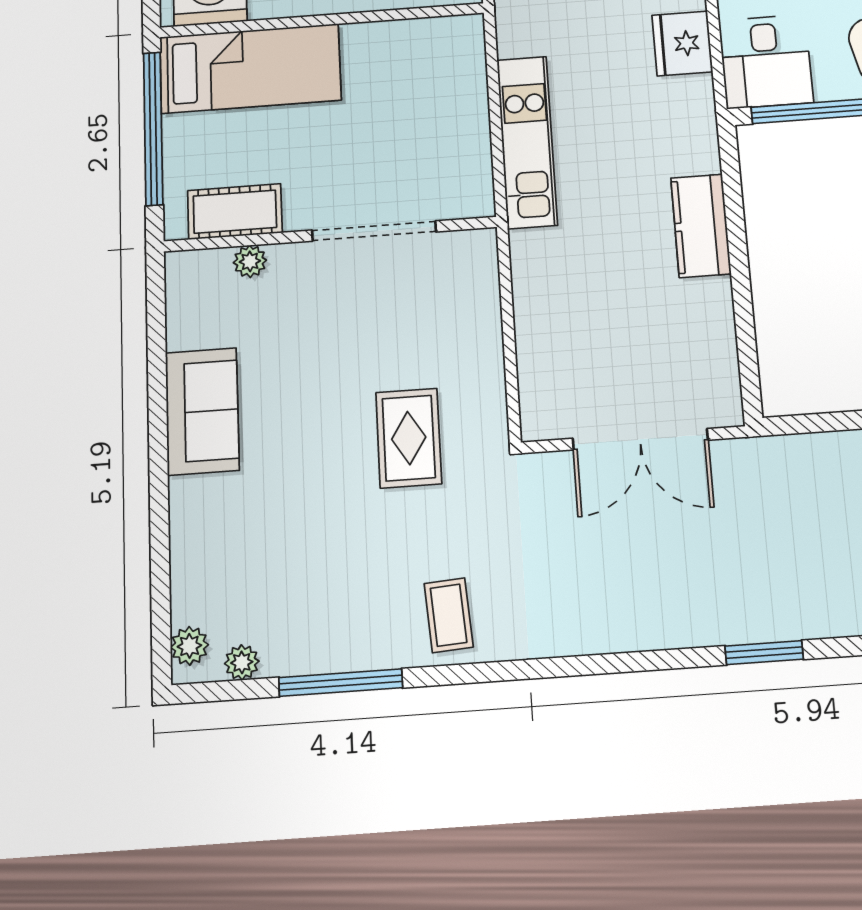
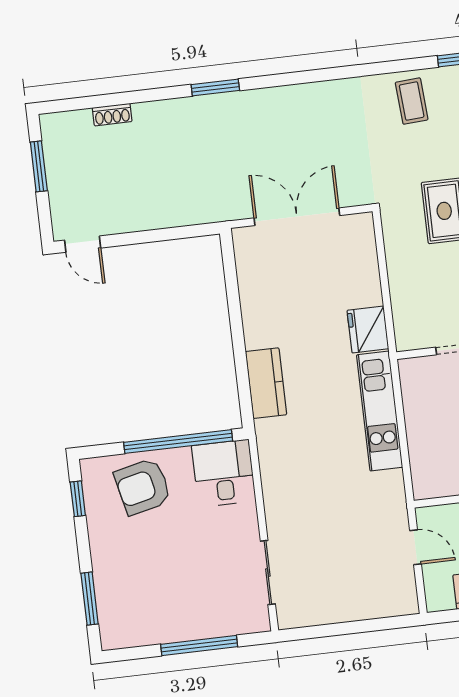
fridge: (682, 43) -> (368, 330), moved, turned 180
kitchen counter: (701, 226) -> (266, 383), moved

